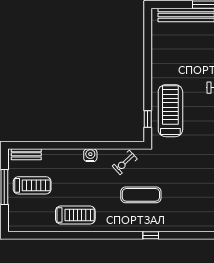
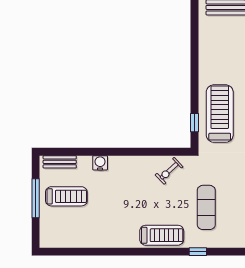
water cooler: (90, 155) -> (100, 163), moved
exercise mat: (141, 195) -> (206, 207), moved, turned 90
treadmill: (75, 215) -> (162, 235), moved

